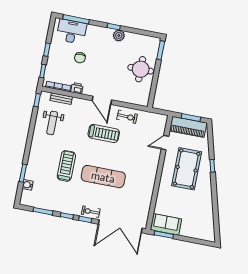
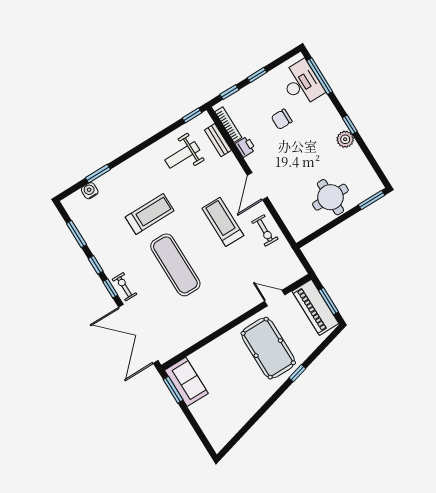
treadmill: (104, 133) -> (223, 222), turned 180
pool table: (187, 169) -> (268, 348), turned 90

